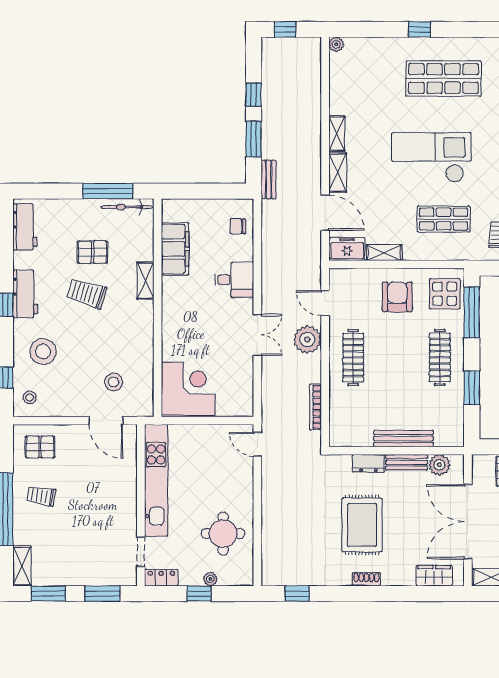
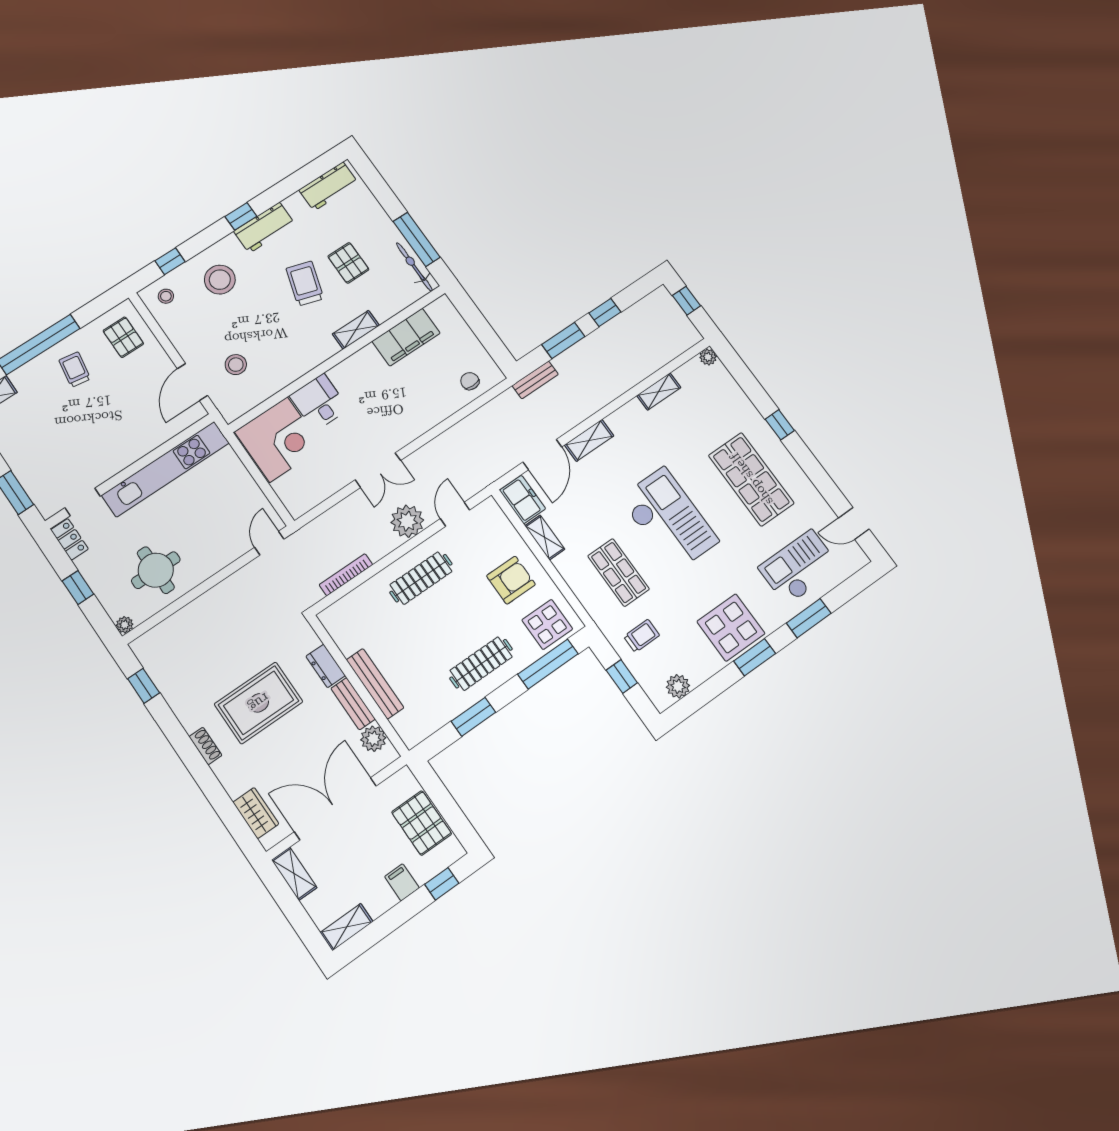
shelving: (337, 134) -> (659, 392), moved
desk: (234, 280) -> (319, 402), moved, turned 180
plant: (210, 579) -> (125, 625), moved

